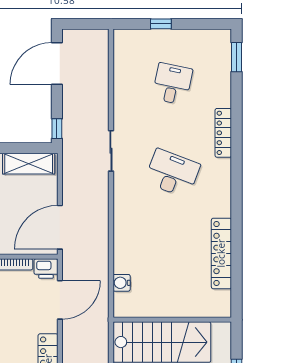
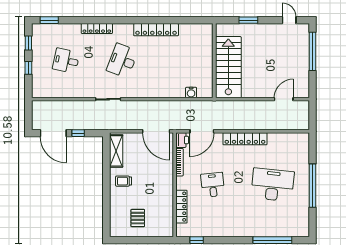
window: (200, 24) -> (28, 43), added
window: (57, 129) -> (78, 133), moved
locker: (221, 253) -> (156, 30), moved
door: (60, 300) -> (202, 131), swing flipped

